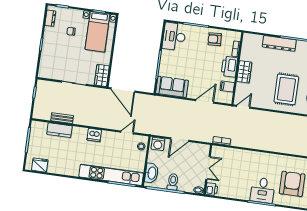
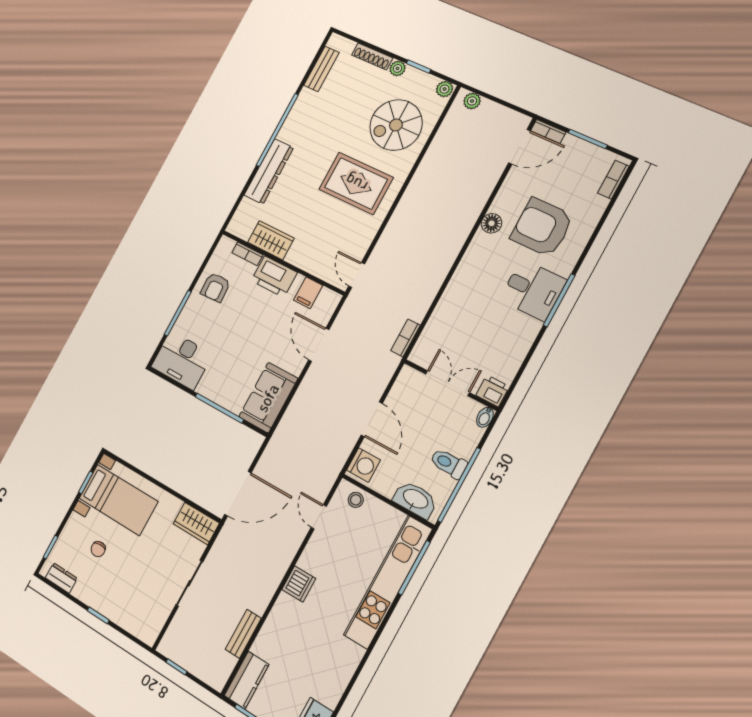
wardrobe: (244, 72) -> (271, 240), moved
kitchen counter: (59, 130) -> (247, 680), moved
floor lamp: (287, 160) -> (492, 223), added

